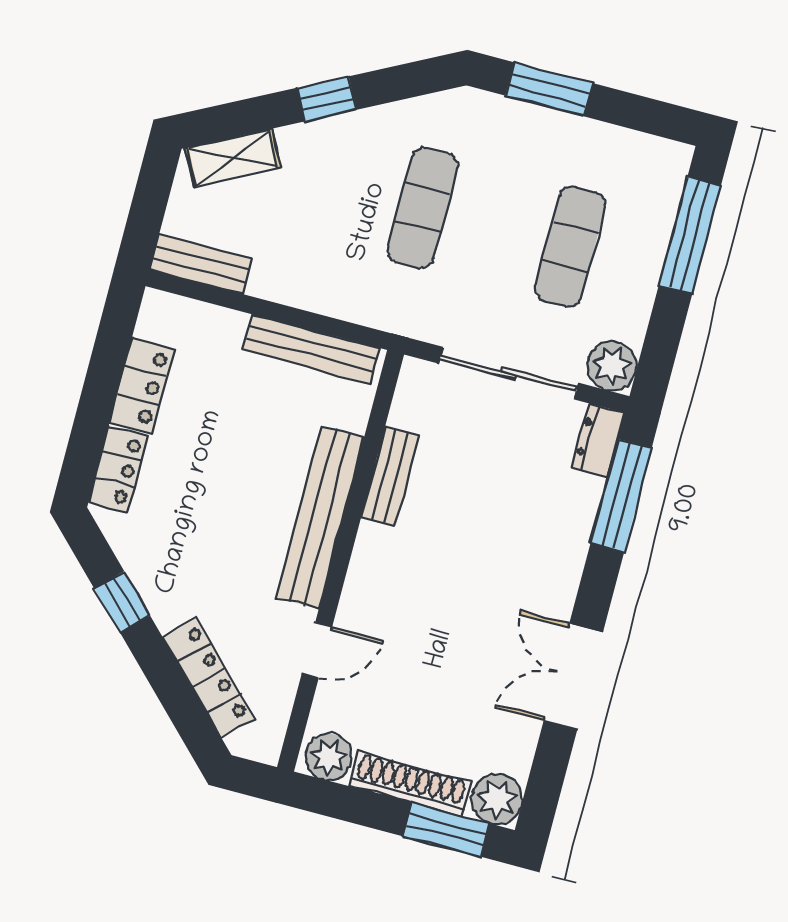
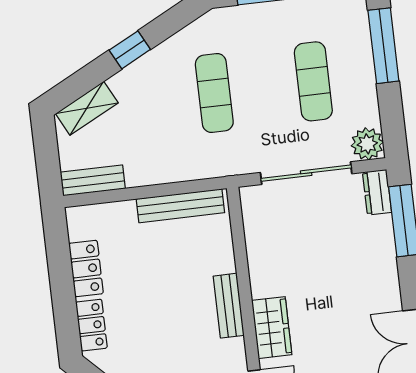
bench: (390, 476) -> (259, 264), removed
bench: (320, 517) -> (229, 306), width x0.54, depth x0.82
wardrobe: (373, 574) -> (272, 328), added

